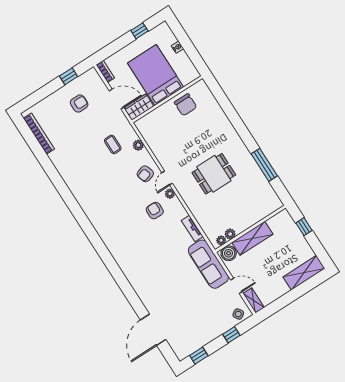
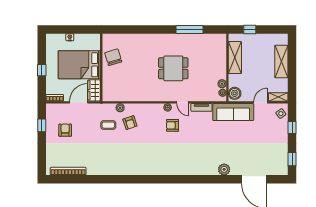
window: (139, 31) -> (42, 70), moved
chair: (186, 105) -> (113, 57), turned -107
armchair: (145, 174) -> (130, 123), moved
dining table: (214, 174) -> (173, 68), turned 90
door: (167, 178) -> (183, 102), moved
shelving: (252, 238) -> (235, 58), moved
shelving: (304, 273) -> (281, 61), moved
plant: (144, 293) -> (224, 169), added

